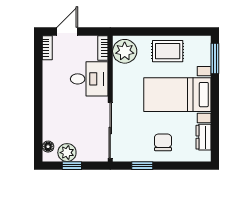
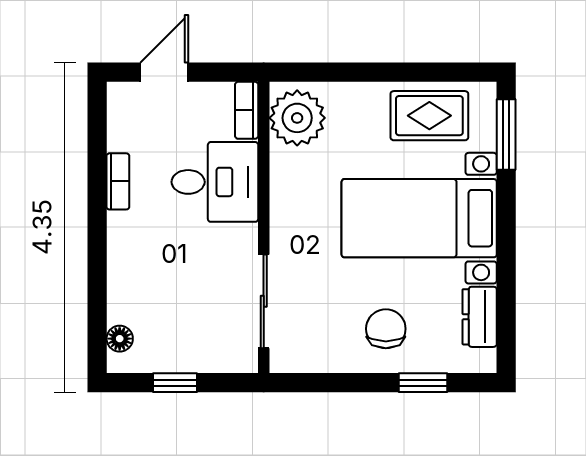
bookcase: (47, 48) -> (118, 181), moved
rug: (168, 51) -> (429, 116), moved
sliding door: (110, 130) -> (264, 301), width x0.73
plant: (67, 153) -> (164, 352), removed
window: (142, 166) -> (423, 383), moved

